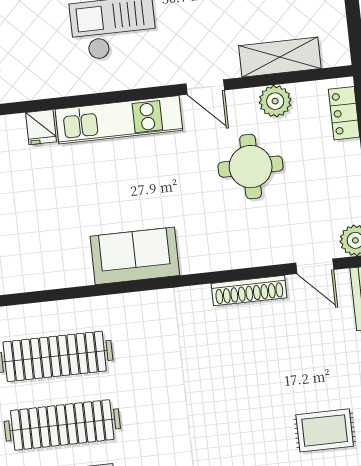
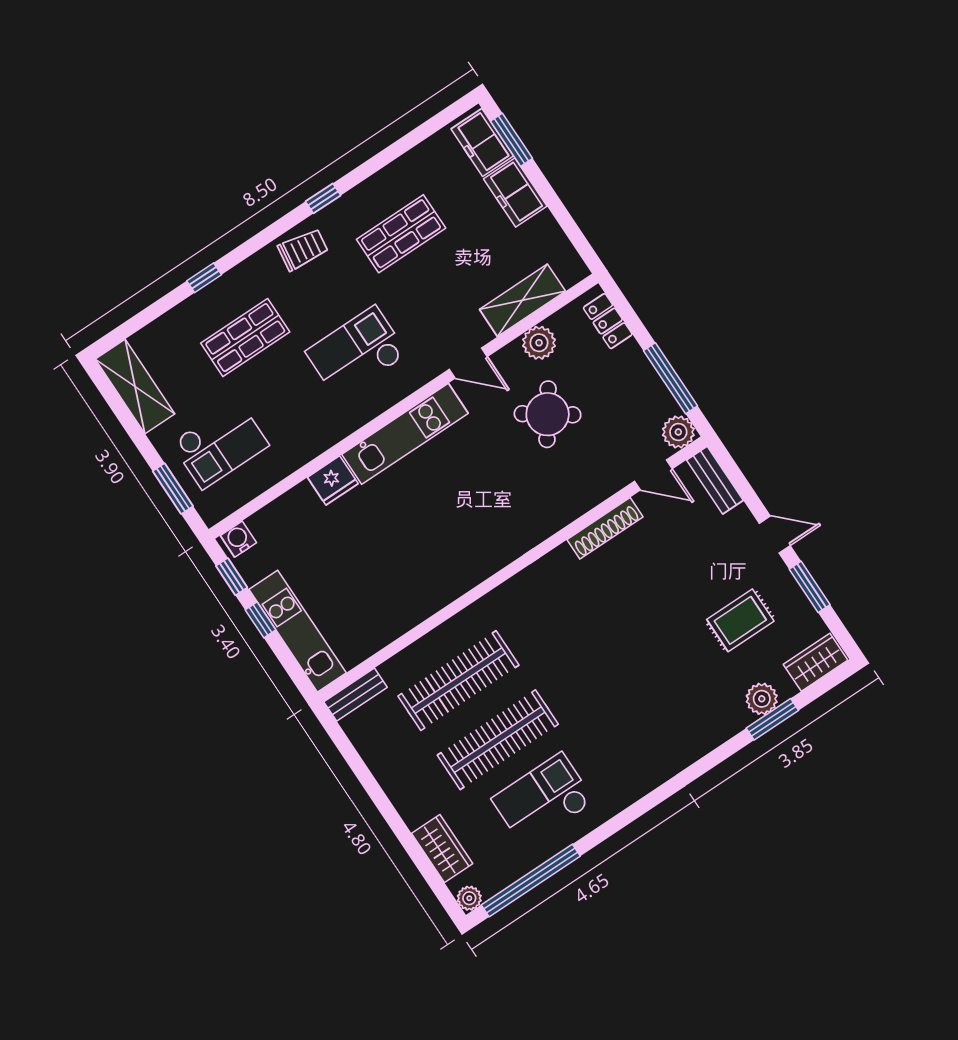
fridge: (41, 127) -> (333, 480), width x1.38
round table: (251, 167) -> (548, 414), turned 35
sofa: (135, 256) -> (484, 551), removed

